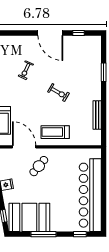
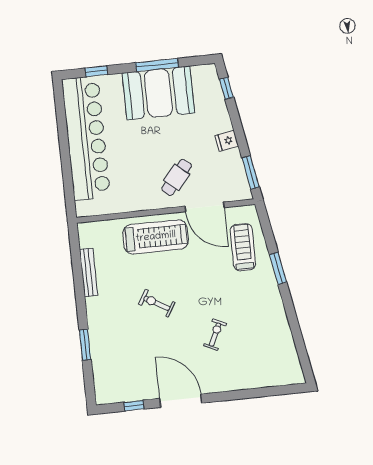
treadmill: (55, 132) -> (156, 237), width x1.37, depth x1.38
booth: (29, 217) -> (158, 93), moved

